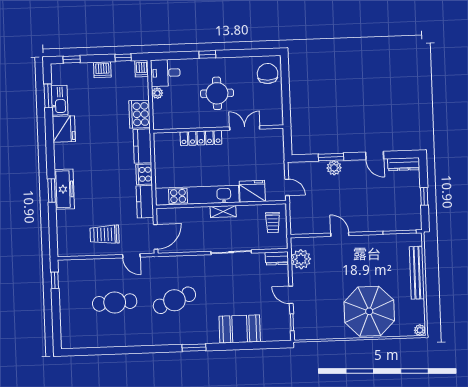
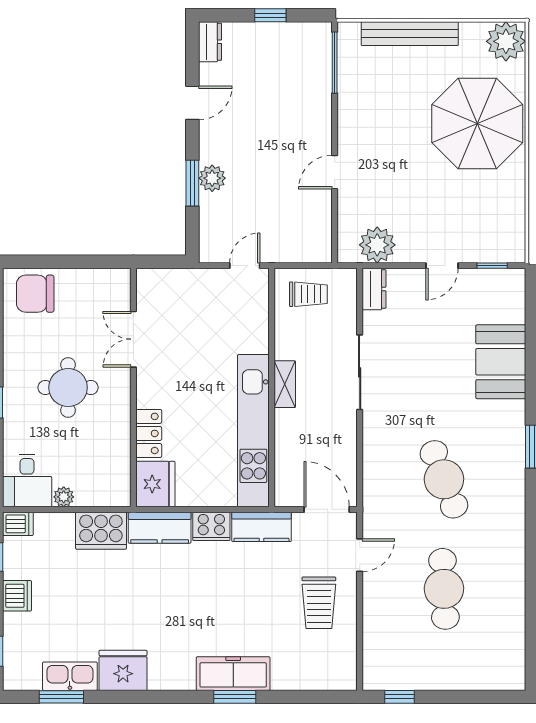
locker: (201, 138) -> (149, 433), width x0.66
dresser: (404, 164) -> (210, 42), width x0.70
fridge: (252, 191) -> (155, 484), moved, turned 180
plant: (420, 330) -> (506, 41), width x1.88, depth x1.88

